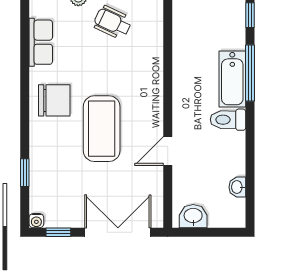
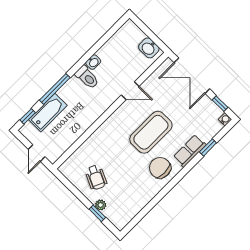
row of seats: (41, 42) -> (190, 151), moved
bathtub: (232, 79) -> (48, 113), moved
washbasin: (237, 187) -> (93, 62), moved

